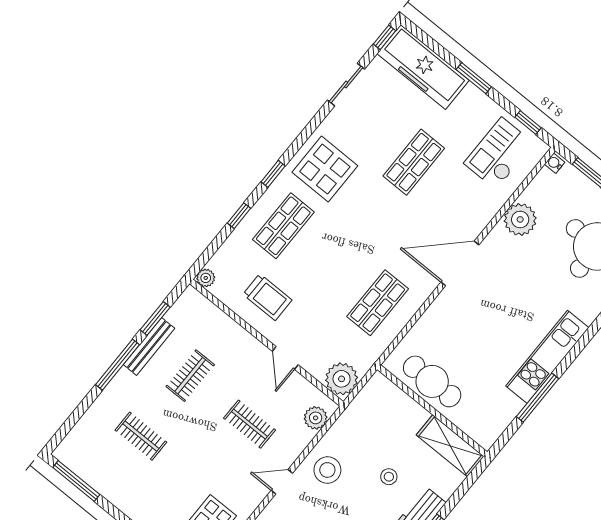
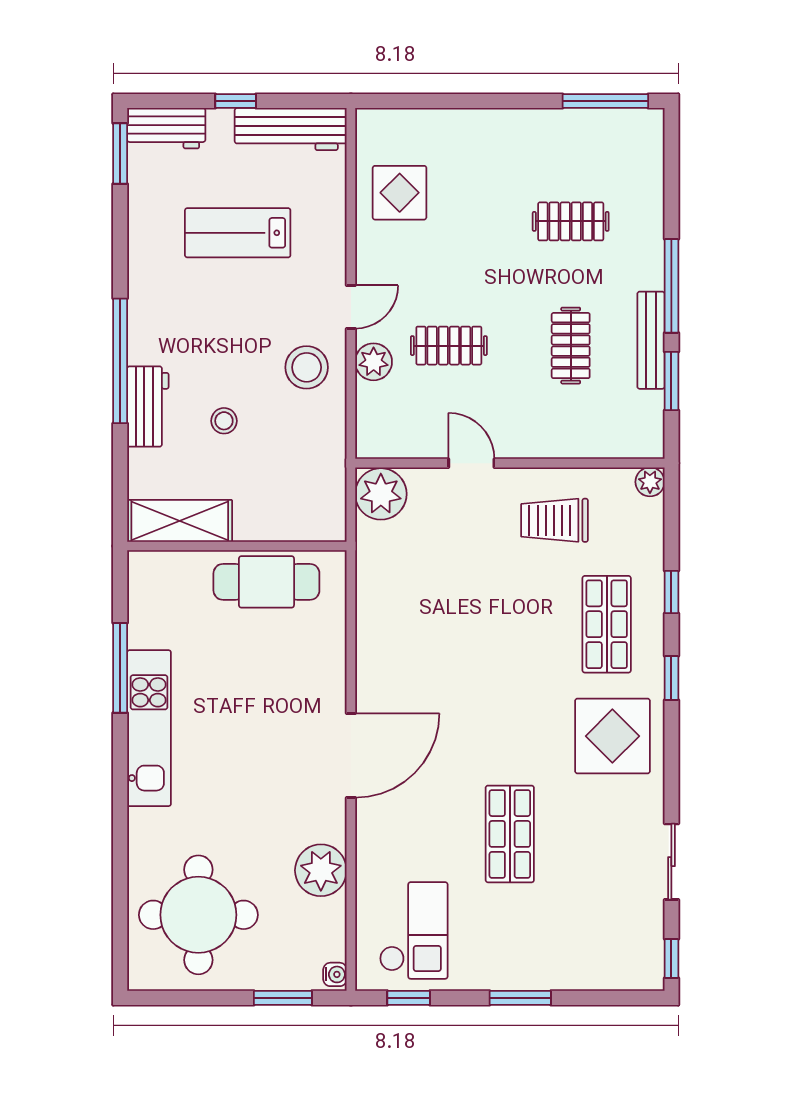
freezer: (423, 67) -> (594, 961), removed
shop shelf: (378, 303) -> (413, 624), removed
plant: (316, 418) -> (374, 362), moved

